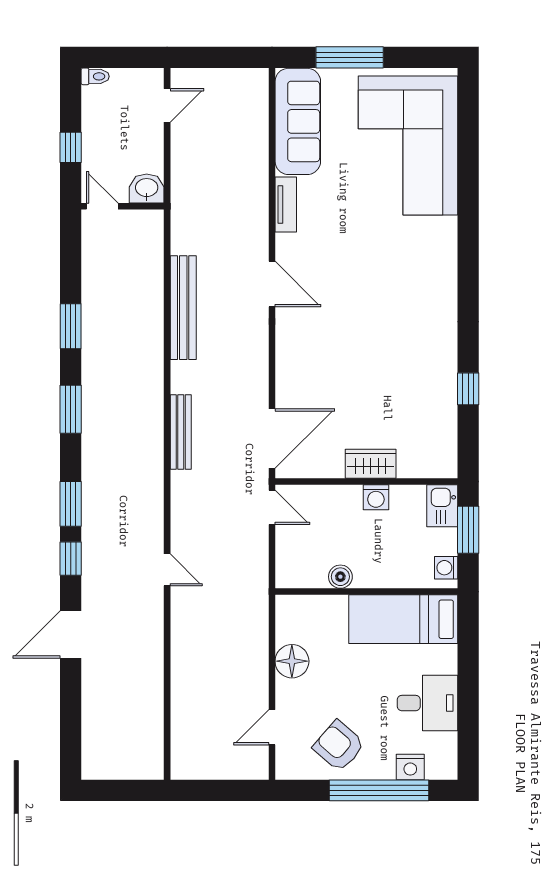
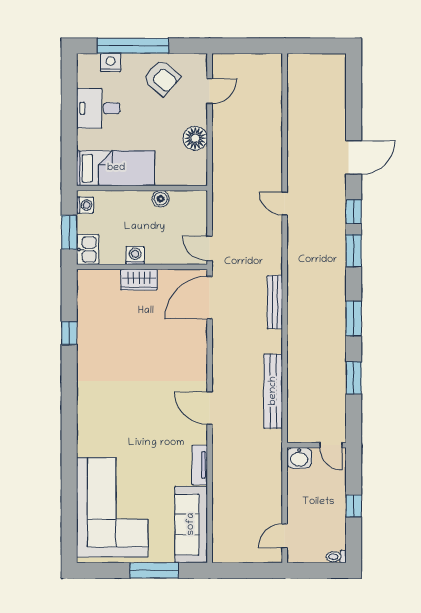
washbasin: (147, 188) -> (299, 458), moved
door: (102, 206) -> (331, 445), moved
wall: (123, 206) -> (316, 445), moved

